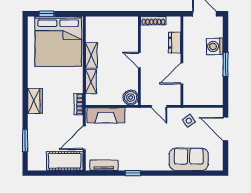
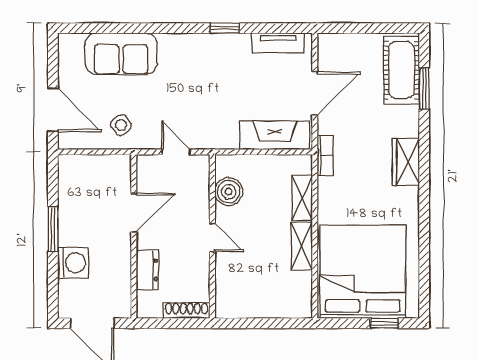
boiler: (131, 97) -> (229, 192), moved
cot: (65, 161) -> (401, 70), moved, turned 90

